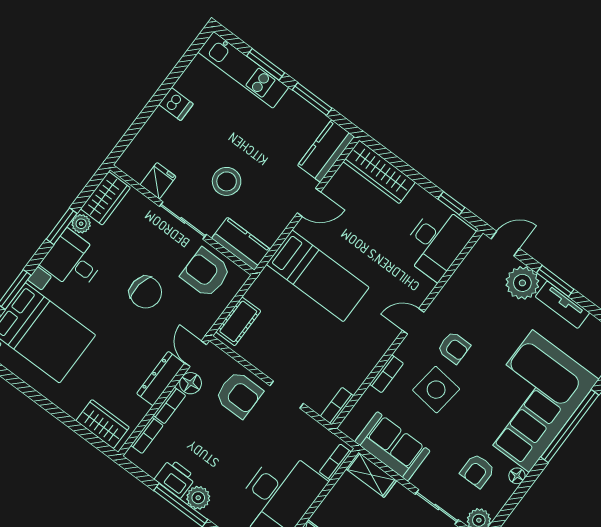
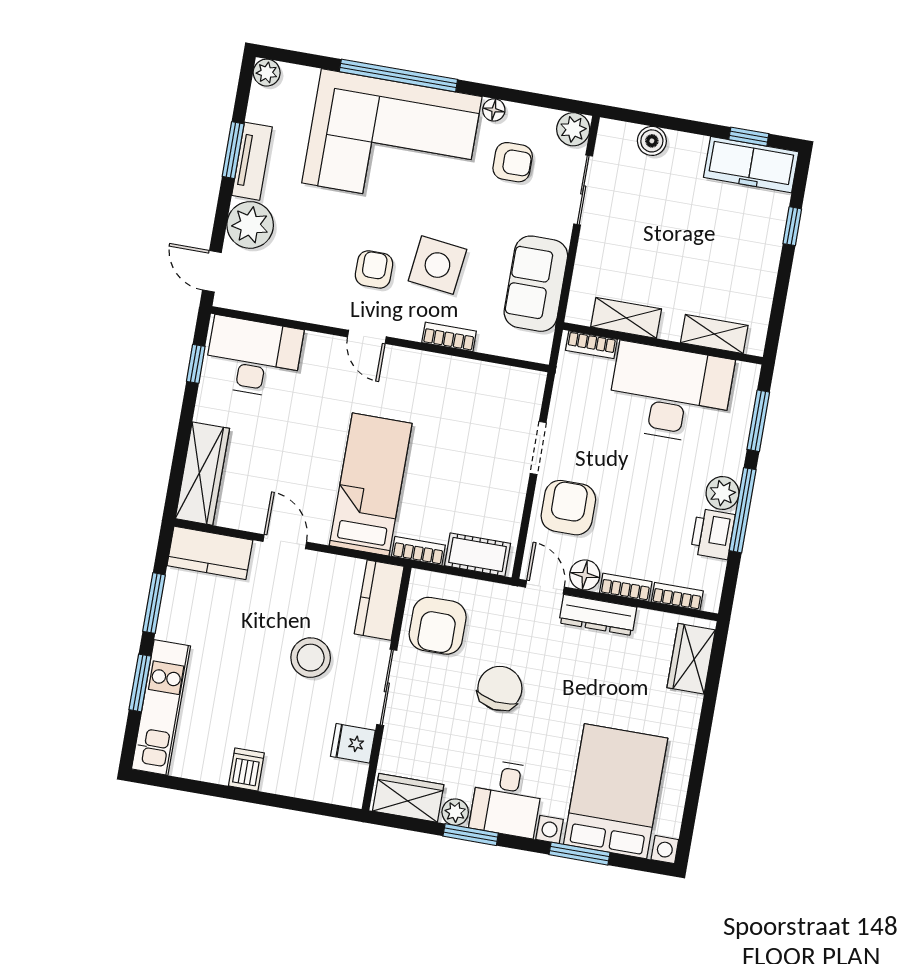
window: (555, 281) -> (233, 150), moved
door: (196, 354) -> (545, 587), swing flipped
bookcase: (337, 406) -> (418, 551), moved, turned 180
shelving: (371, 475) -> (626, 318), moved, turned 90

